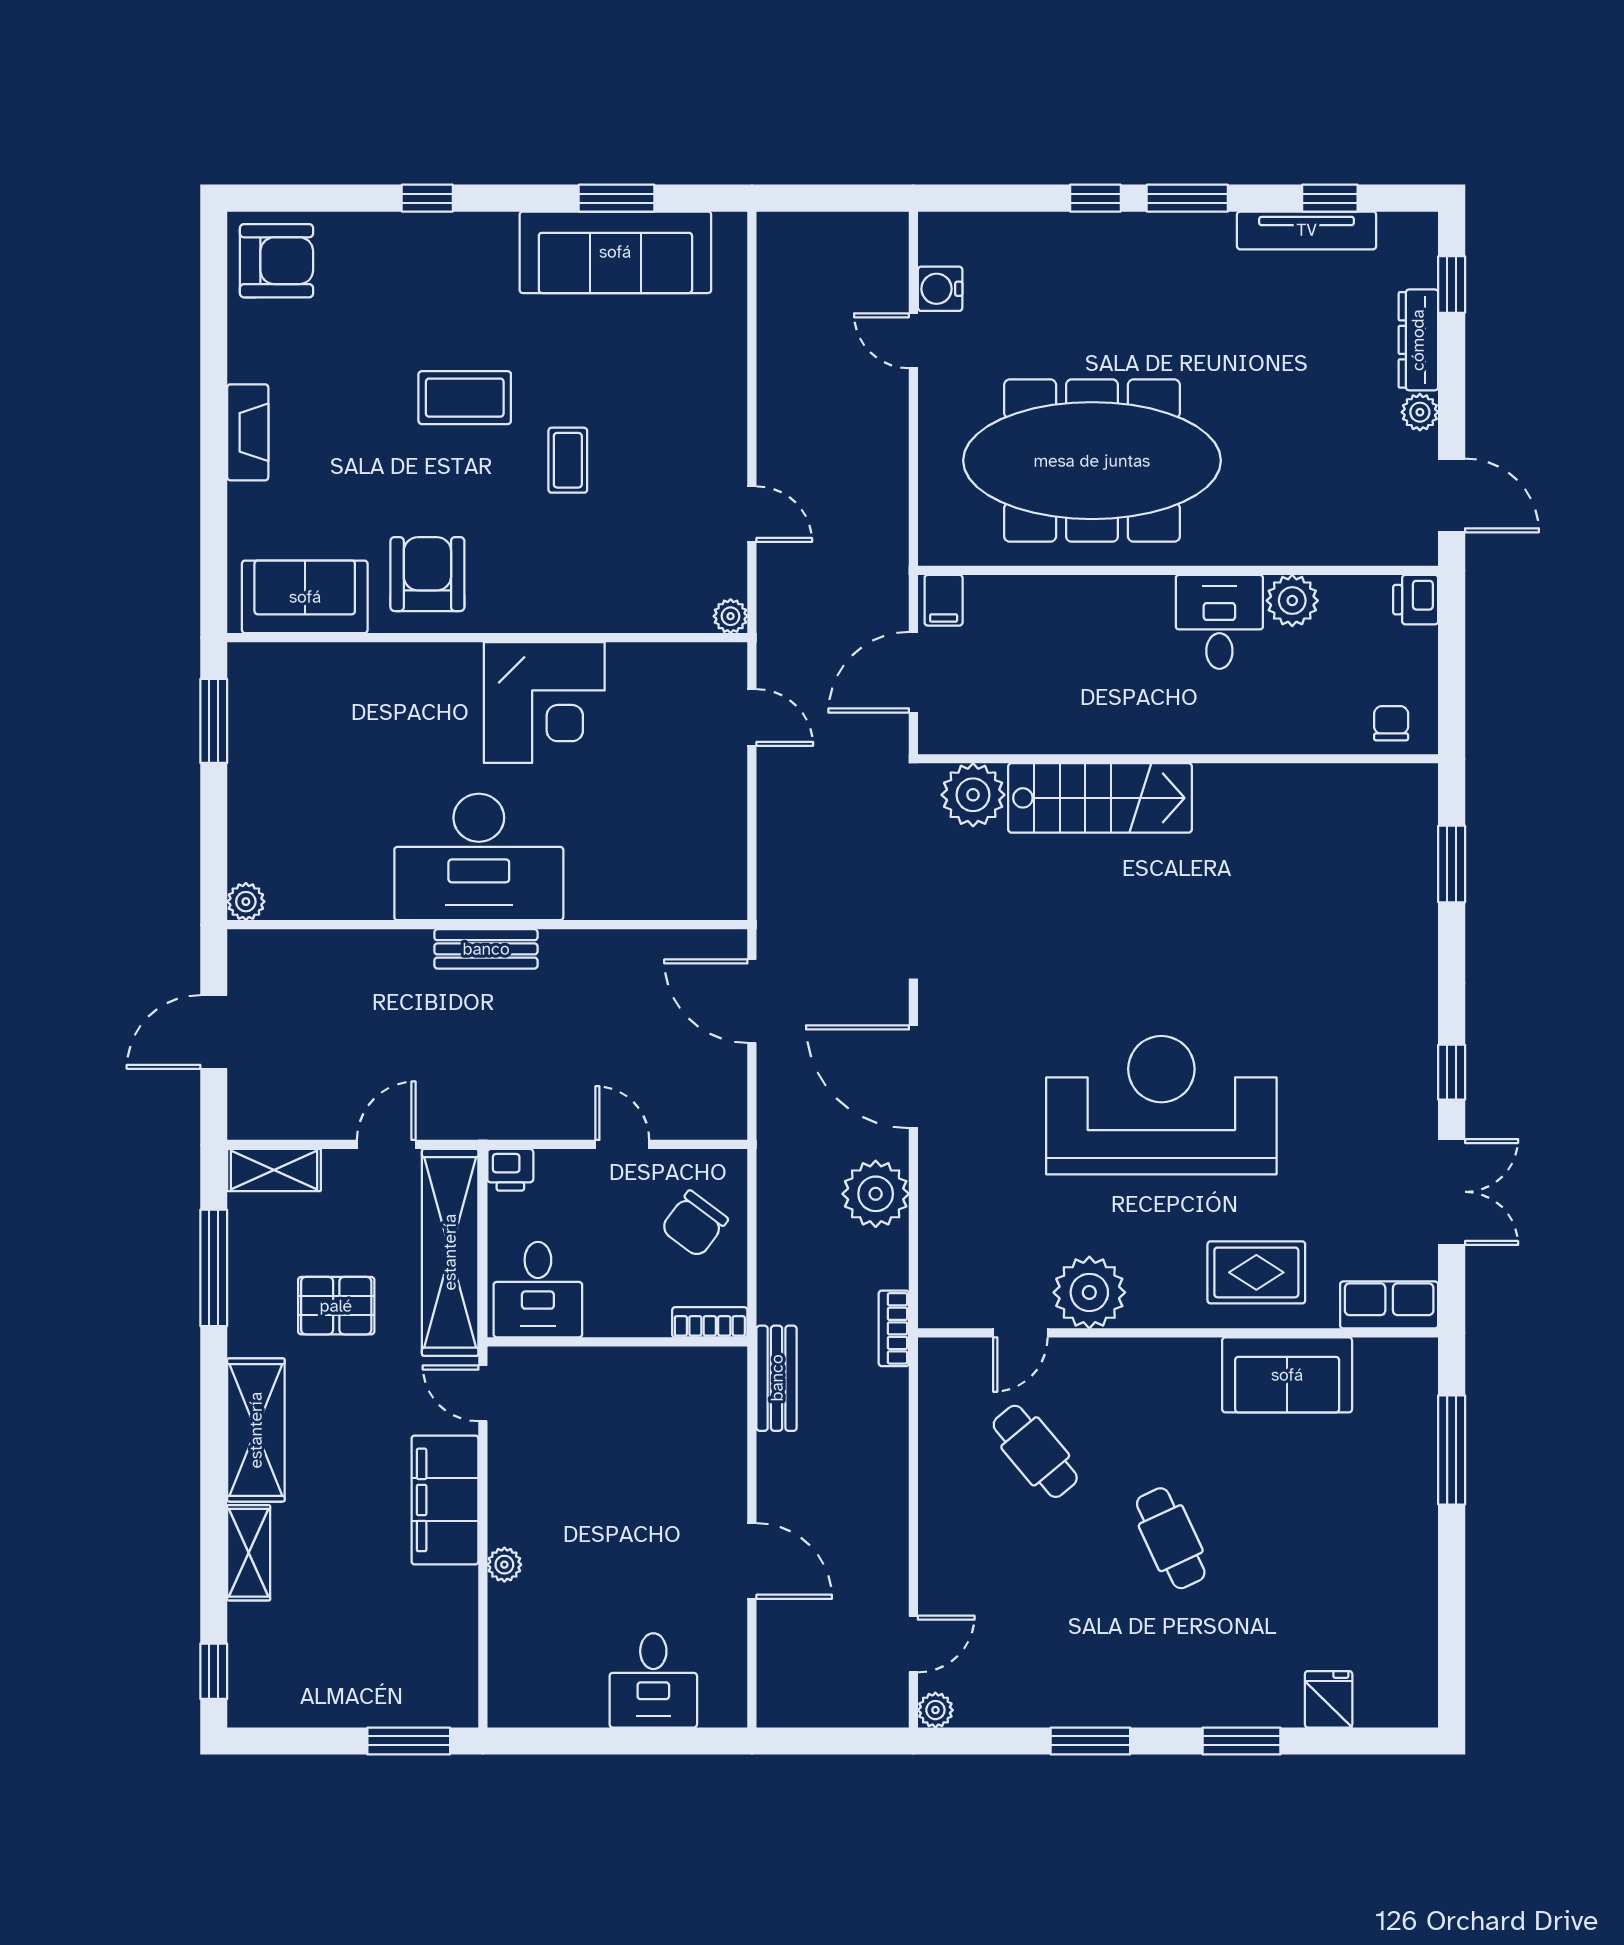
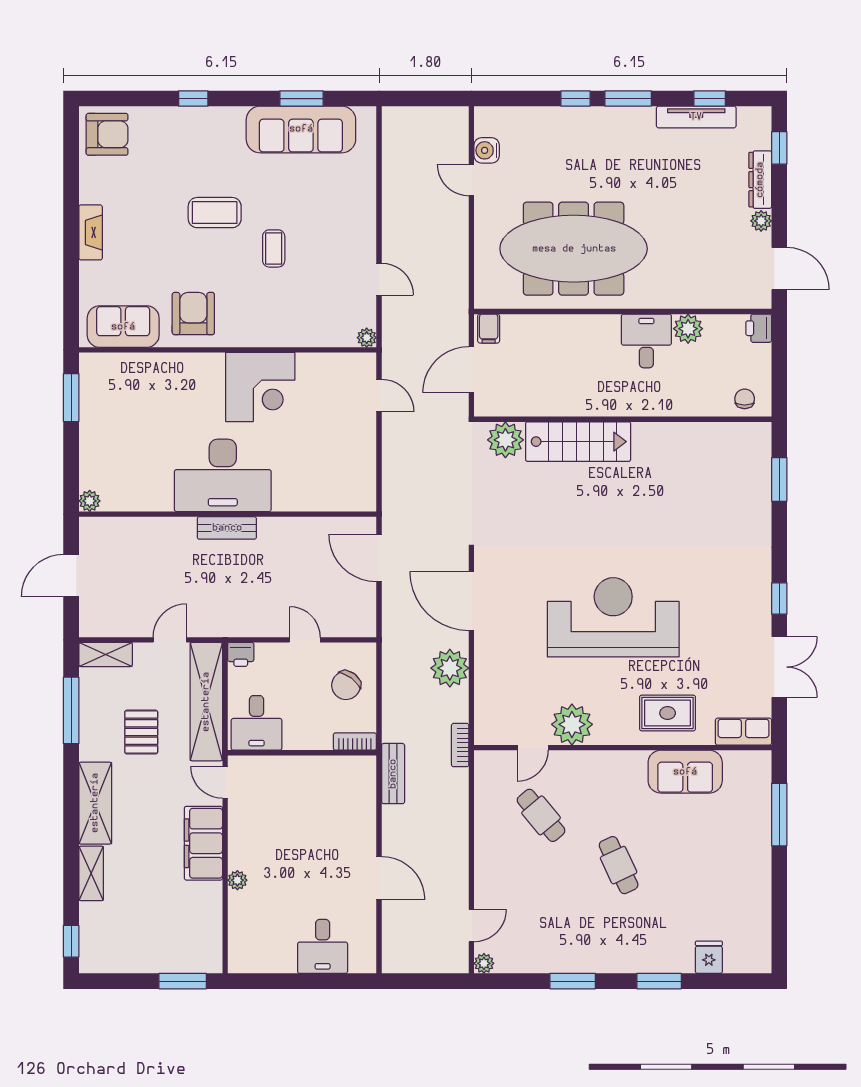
pallet: (336, 1306) -> (141, 732), turned 90

